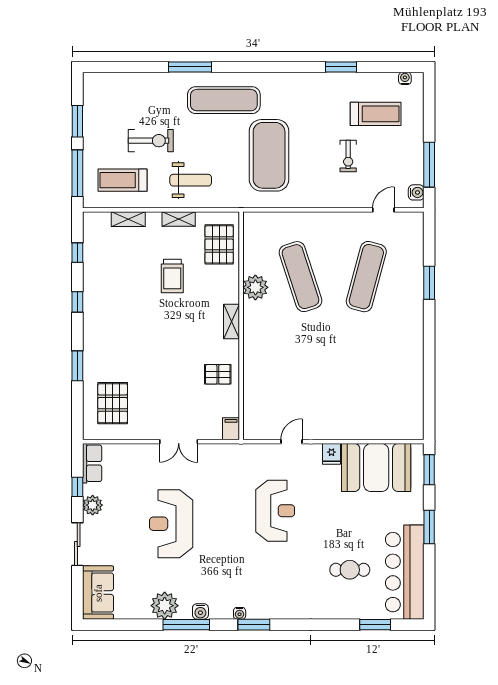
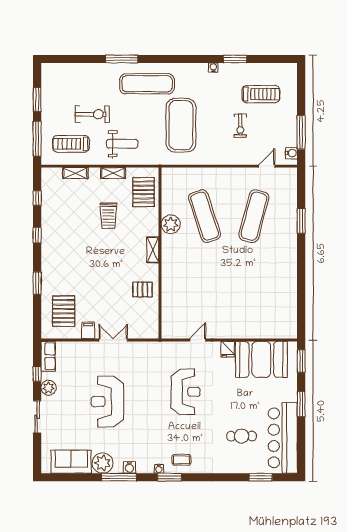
water cooler: (405, 78) -> (213, 68), moved
filing cabinet: (231, 429) -> (88, 330), moved
double door: (179, 442) -> (113, 340), swing flipped
sofa: (98, 593) -> (71, 462), moved, turned -90
coffee table: (270, 601) -> (181, 460), added

